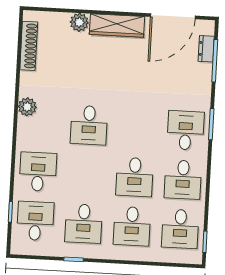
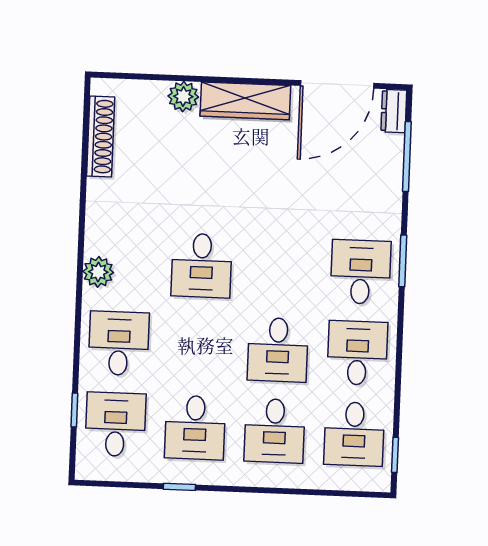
dresser: (206, 49) -> (394, 111), moved
plant: (27, 107) -> (98, 272), moved
desk: (183, 180) -> (357, 353), turned 180

